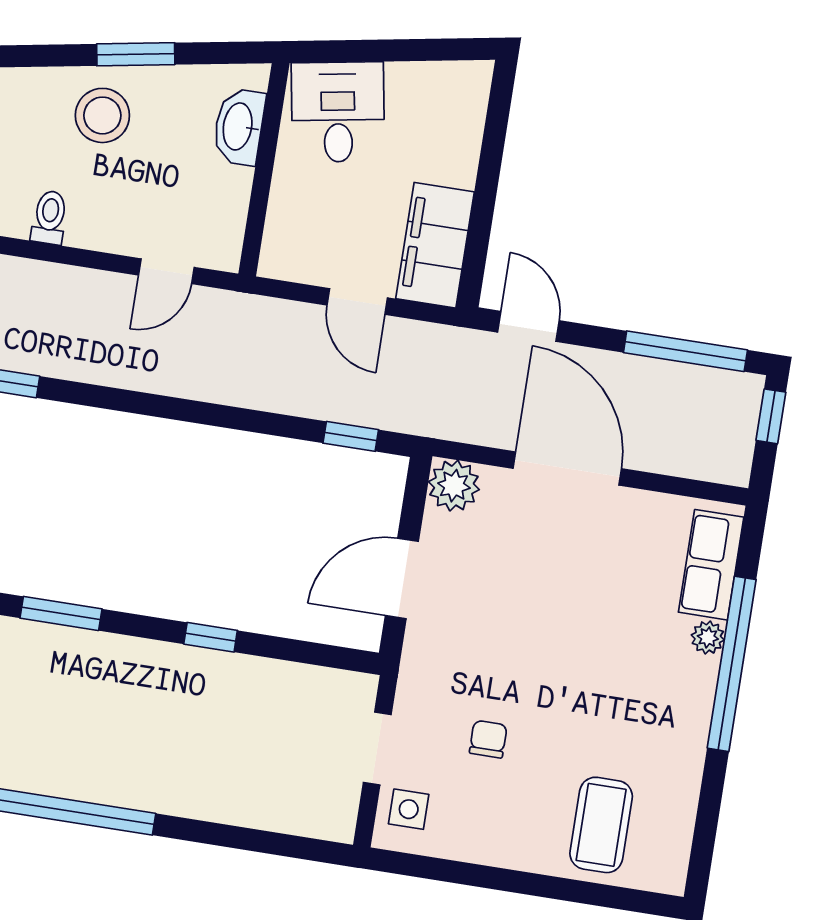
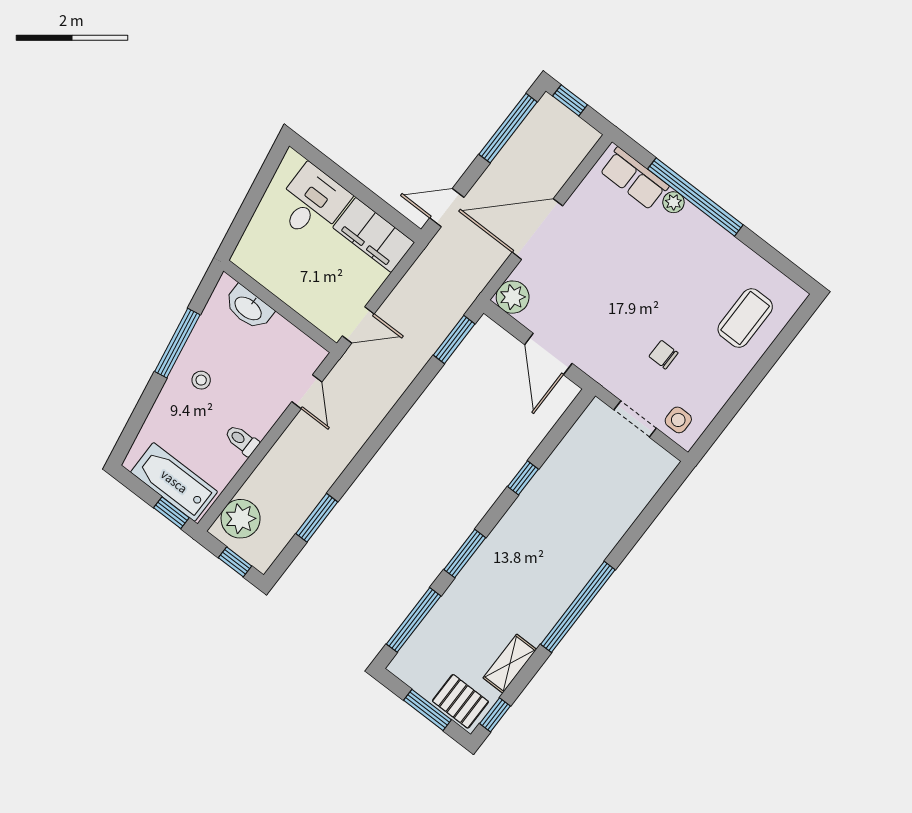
window: (136, 54) -> (177, 343), width x1.44
desk: (338, 112) -> (312, 203), moved, turned 100
stool: (102, 115) -> (201, 380), width x0.53, depth x0.53
door: (357, 301) -> (358, 325), moved
window: (351, 436) -> (454, 339), width x1.50
coffee table: (601, 825) -> (745, 318), turned 90

